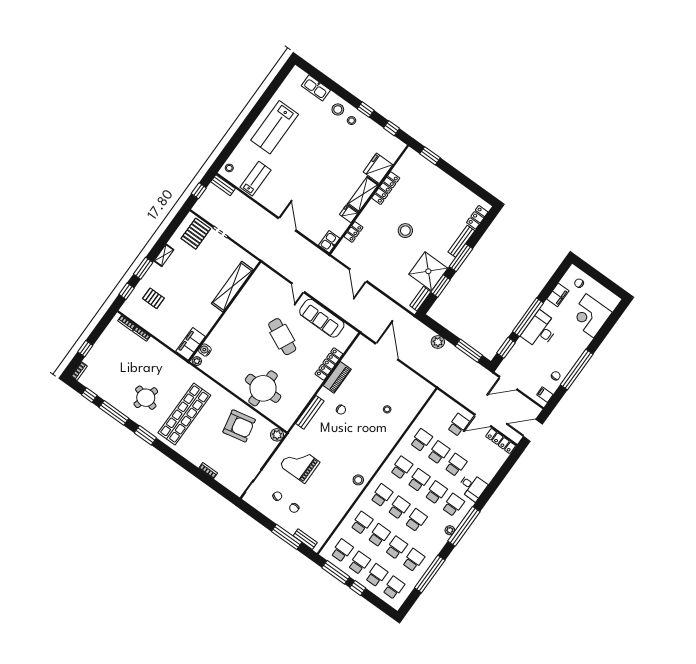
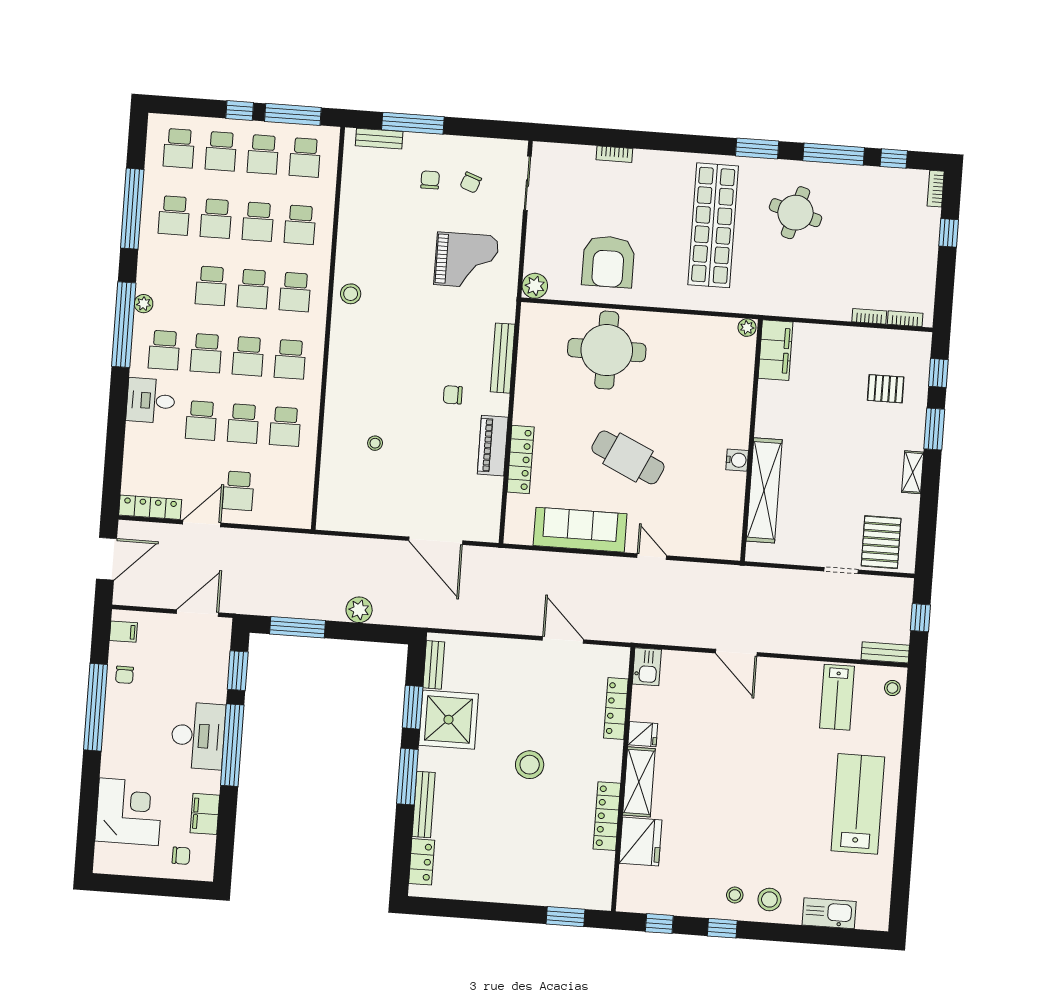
locker: (353, 232) -> (616, 708), width x1.53
water cooler: (205, 350) -> (737, 460), moved
armchair: (239, 426) -> (608, 262), turned -78

